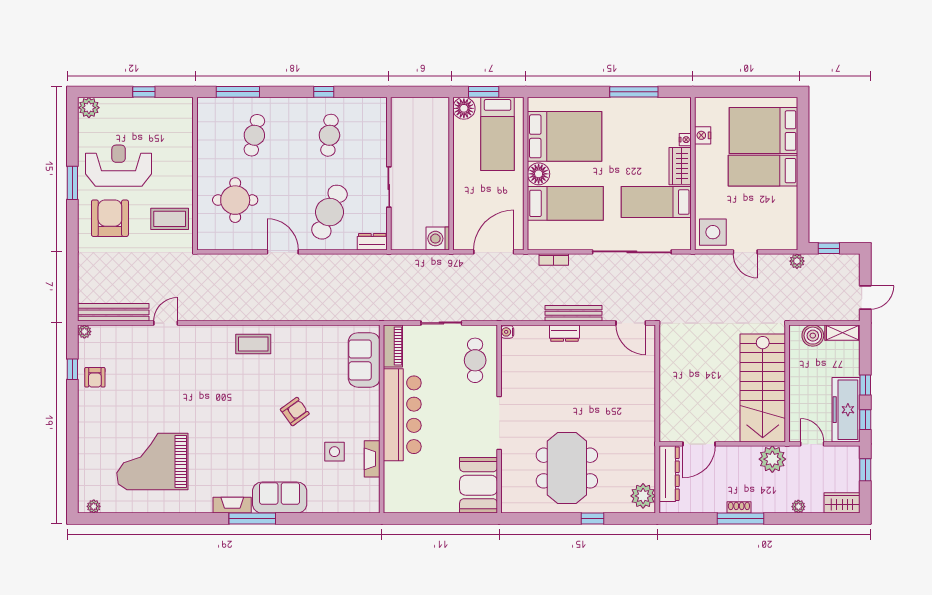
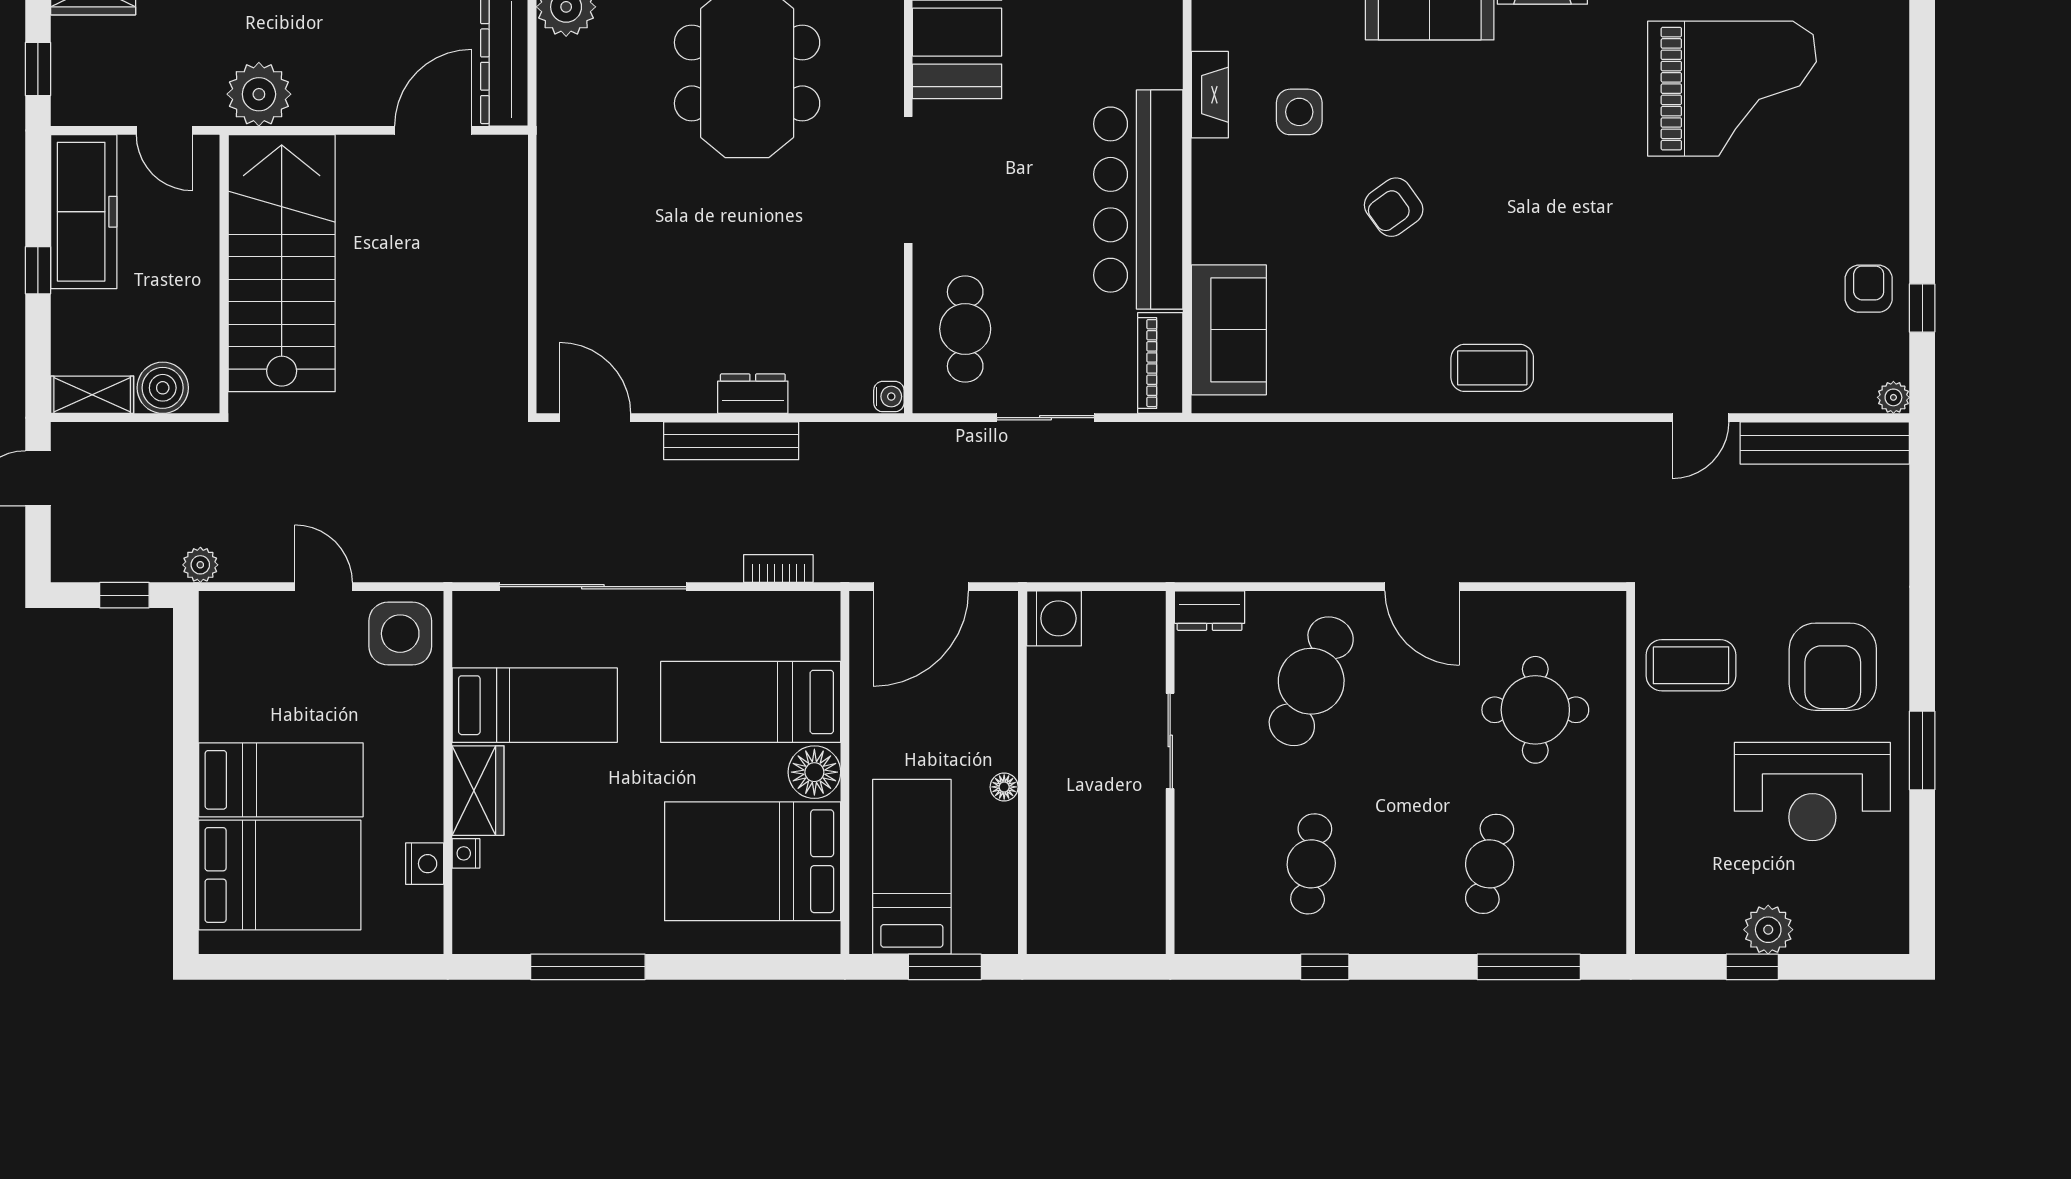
plant: (89, 108) -> (1768, 930), moved
floor lamp: (464, 108) -> (1004, 787), moved, width x0.53, depth x0.53
window: (865, 420) -> (38, 188), removed

